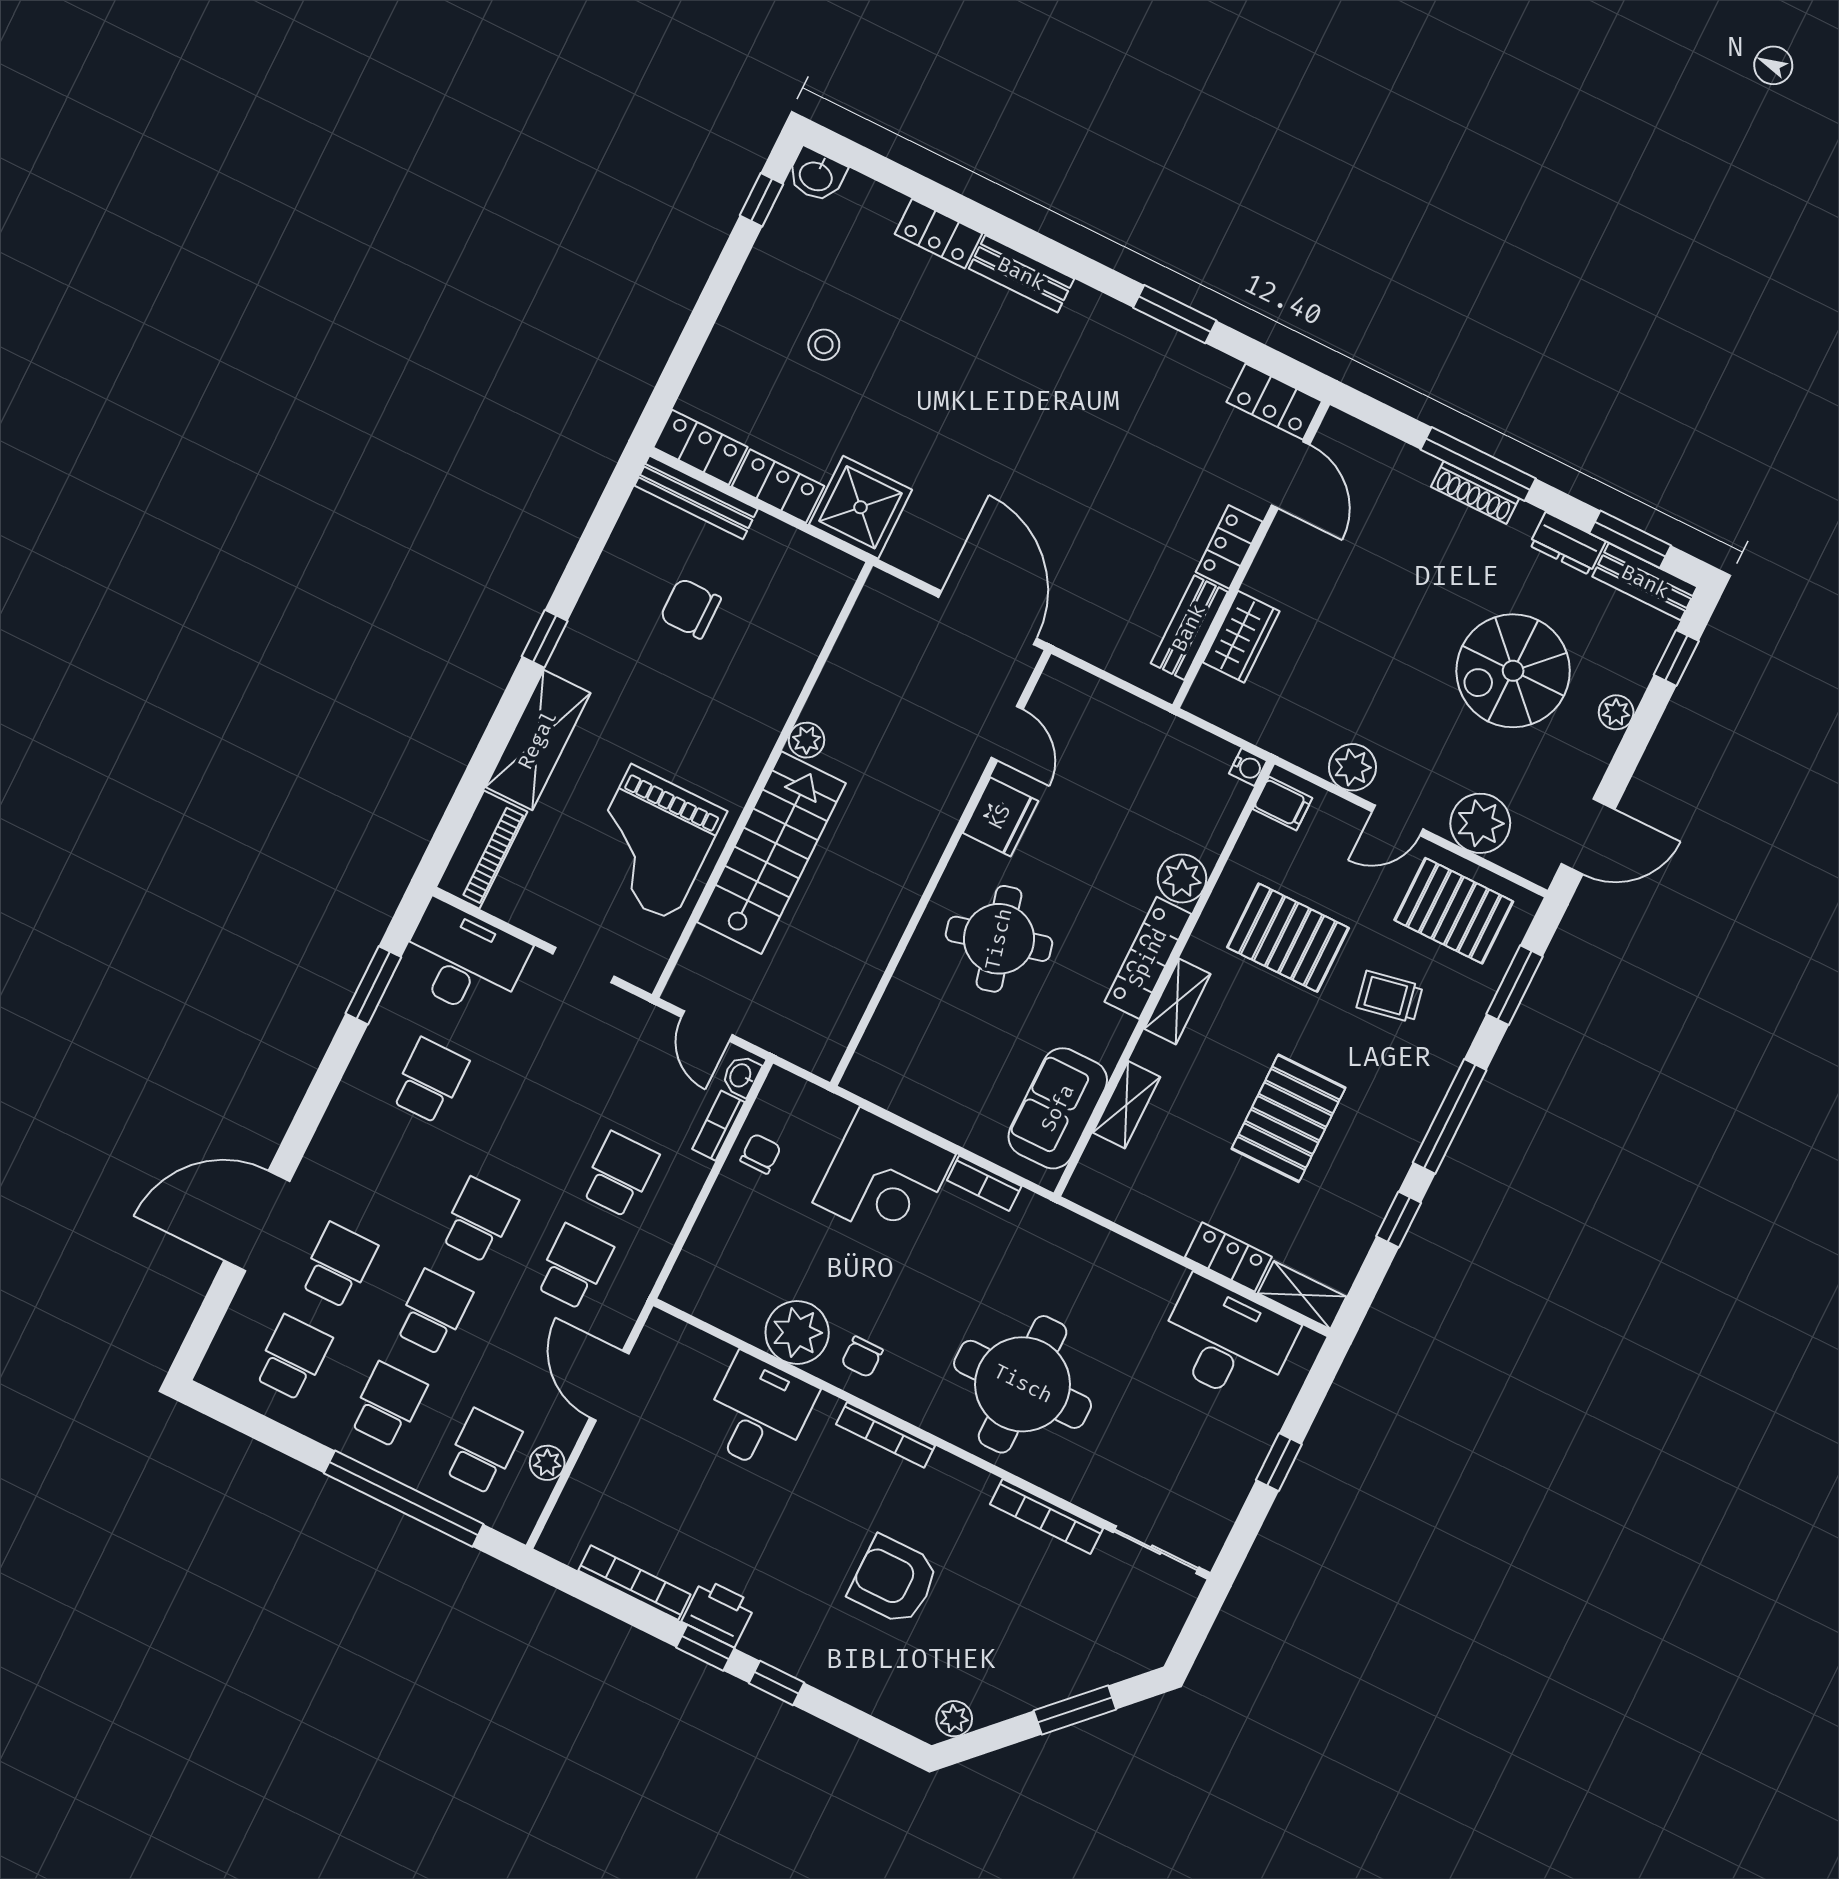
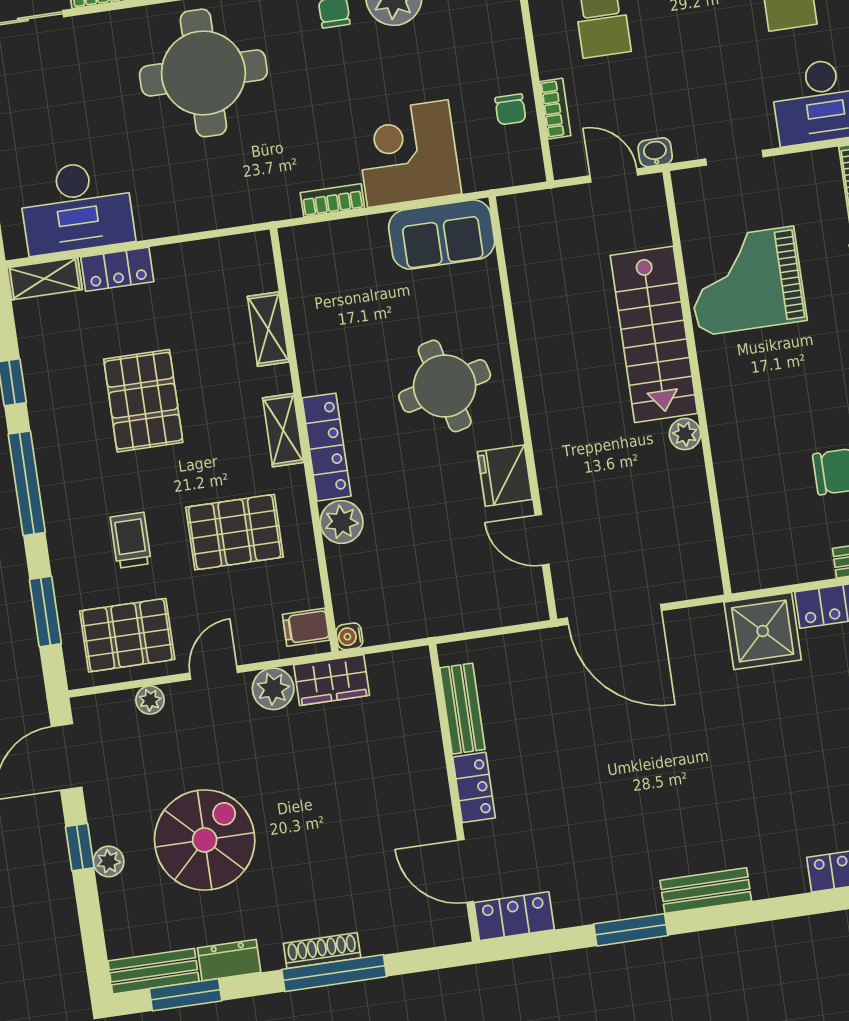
bench: (1021, 274) -> (706, 891), moved
wardrobe: (1241, 637) -> (332, 680), moved, turned -90
window: (1676, 658) -> (80, 847), moved
plant: (1480, 823) -> (150, 700), width x0.53, depth x0.53
grand piano: (652, 843) -> (746, 281), turned -90
trolley: (1390, 997) -> (131, 540), turned -79
washbasin: (741, 1076) -> (655, 152), moved, turned -90
sofa: (1058, 1108) -> (442, 234), moved, turned 90

